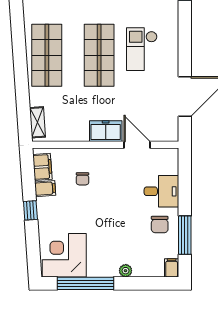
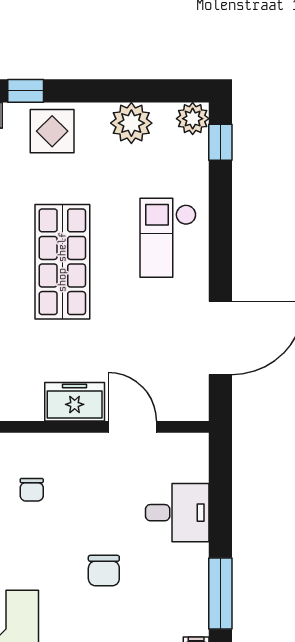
checkout: (142, 49) -> (168, 238), moved
chair: (160, 225) -> (104, 571), moved

